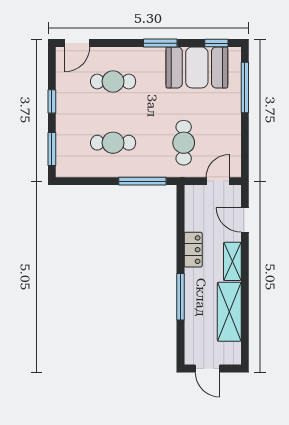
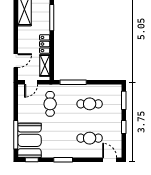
door: (77, 43) -> (110, 160), hinge flipped
booth: (197, 67) -> (29, 140), moved, turned 90
door: (245, 220) -> (16, 61), hinge flipped
shelving: (232, 261) -> (45, 65), moved

